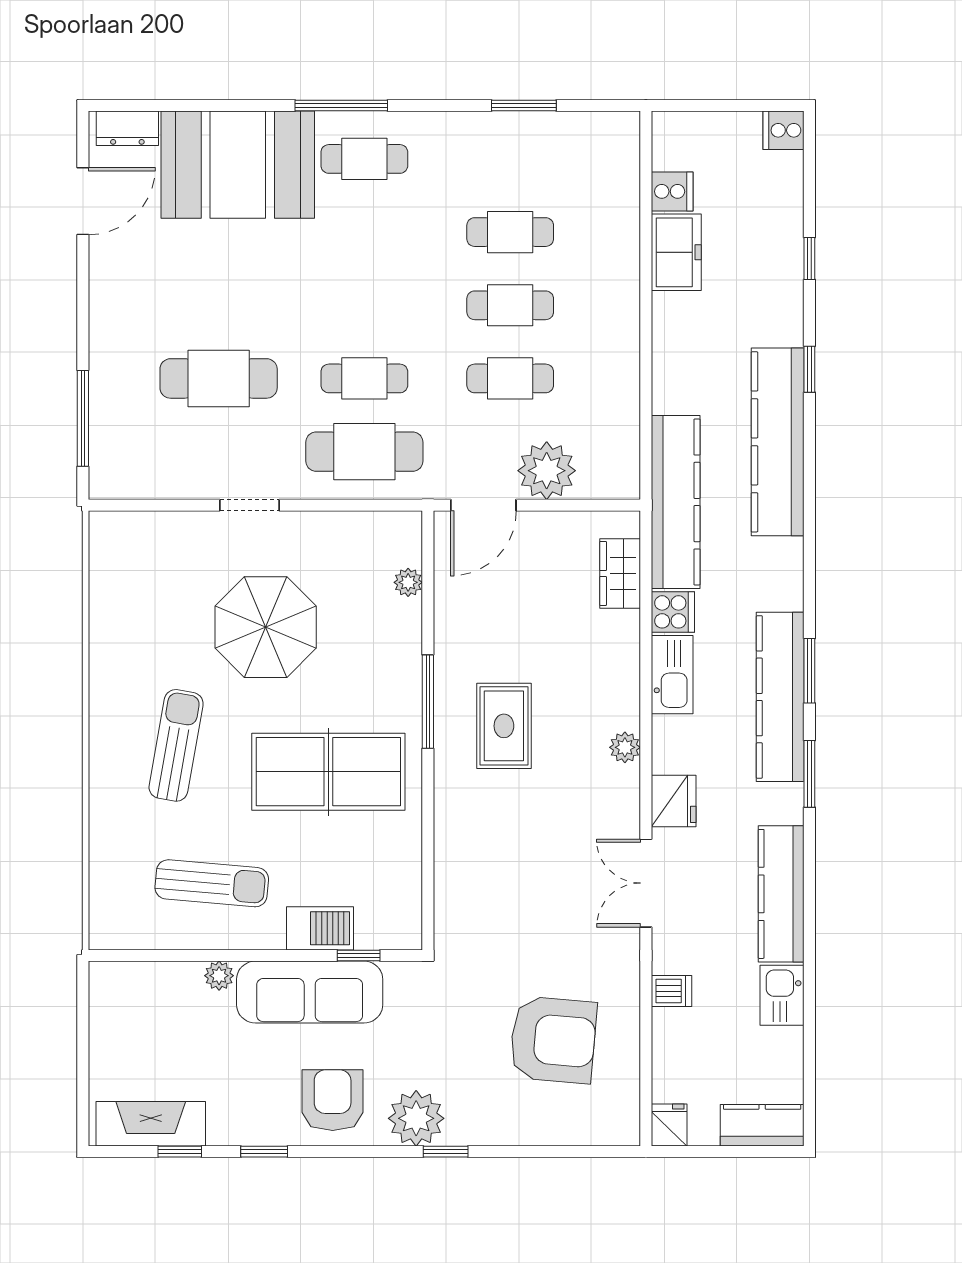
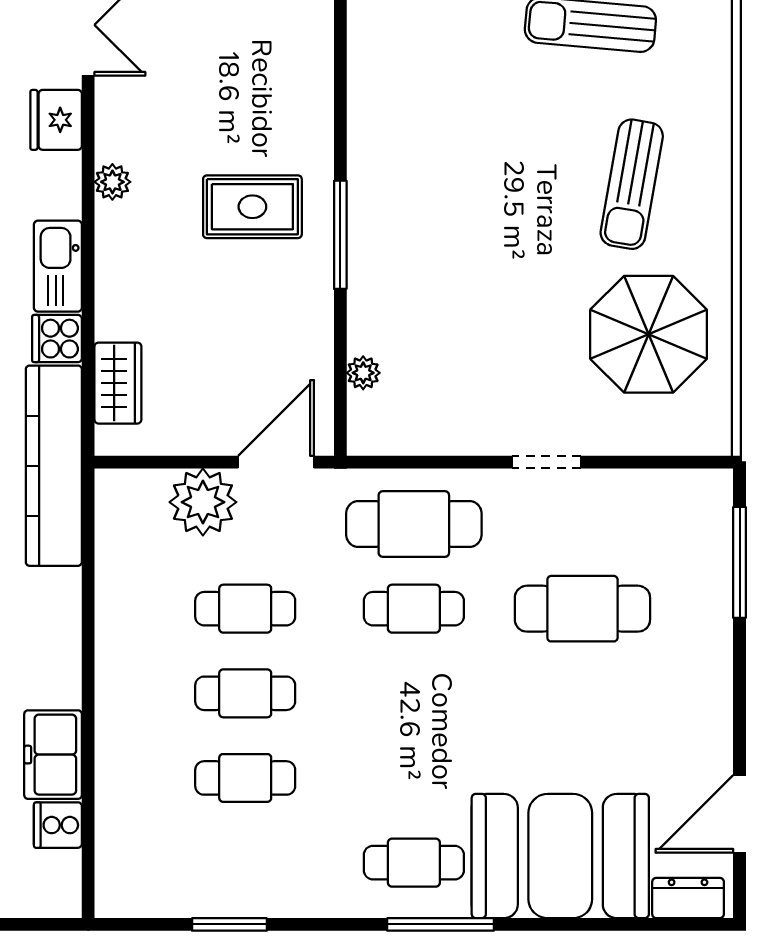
parasol: (266, 627) -> (649, 334), moved
rug: (504, 726) -> (252, 207), turned 90
table tennis table: (328, 772) -> (455, 154), removed

